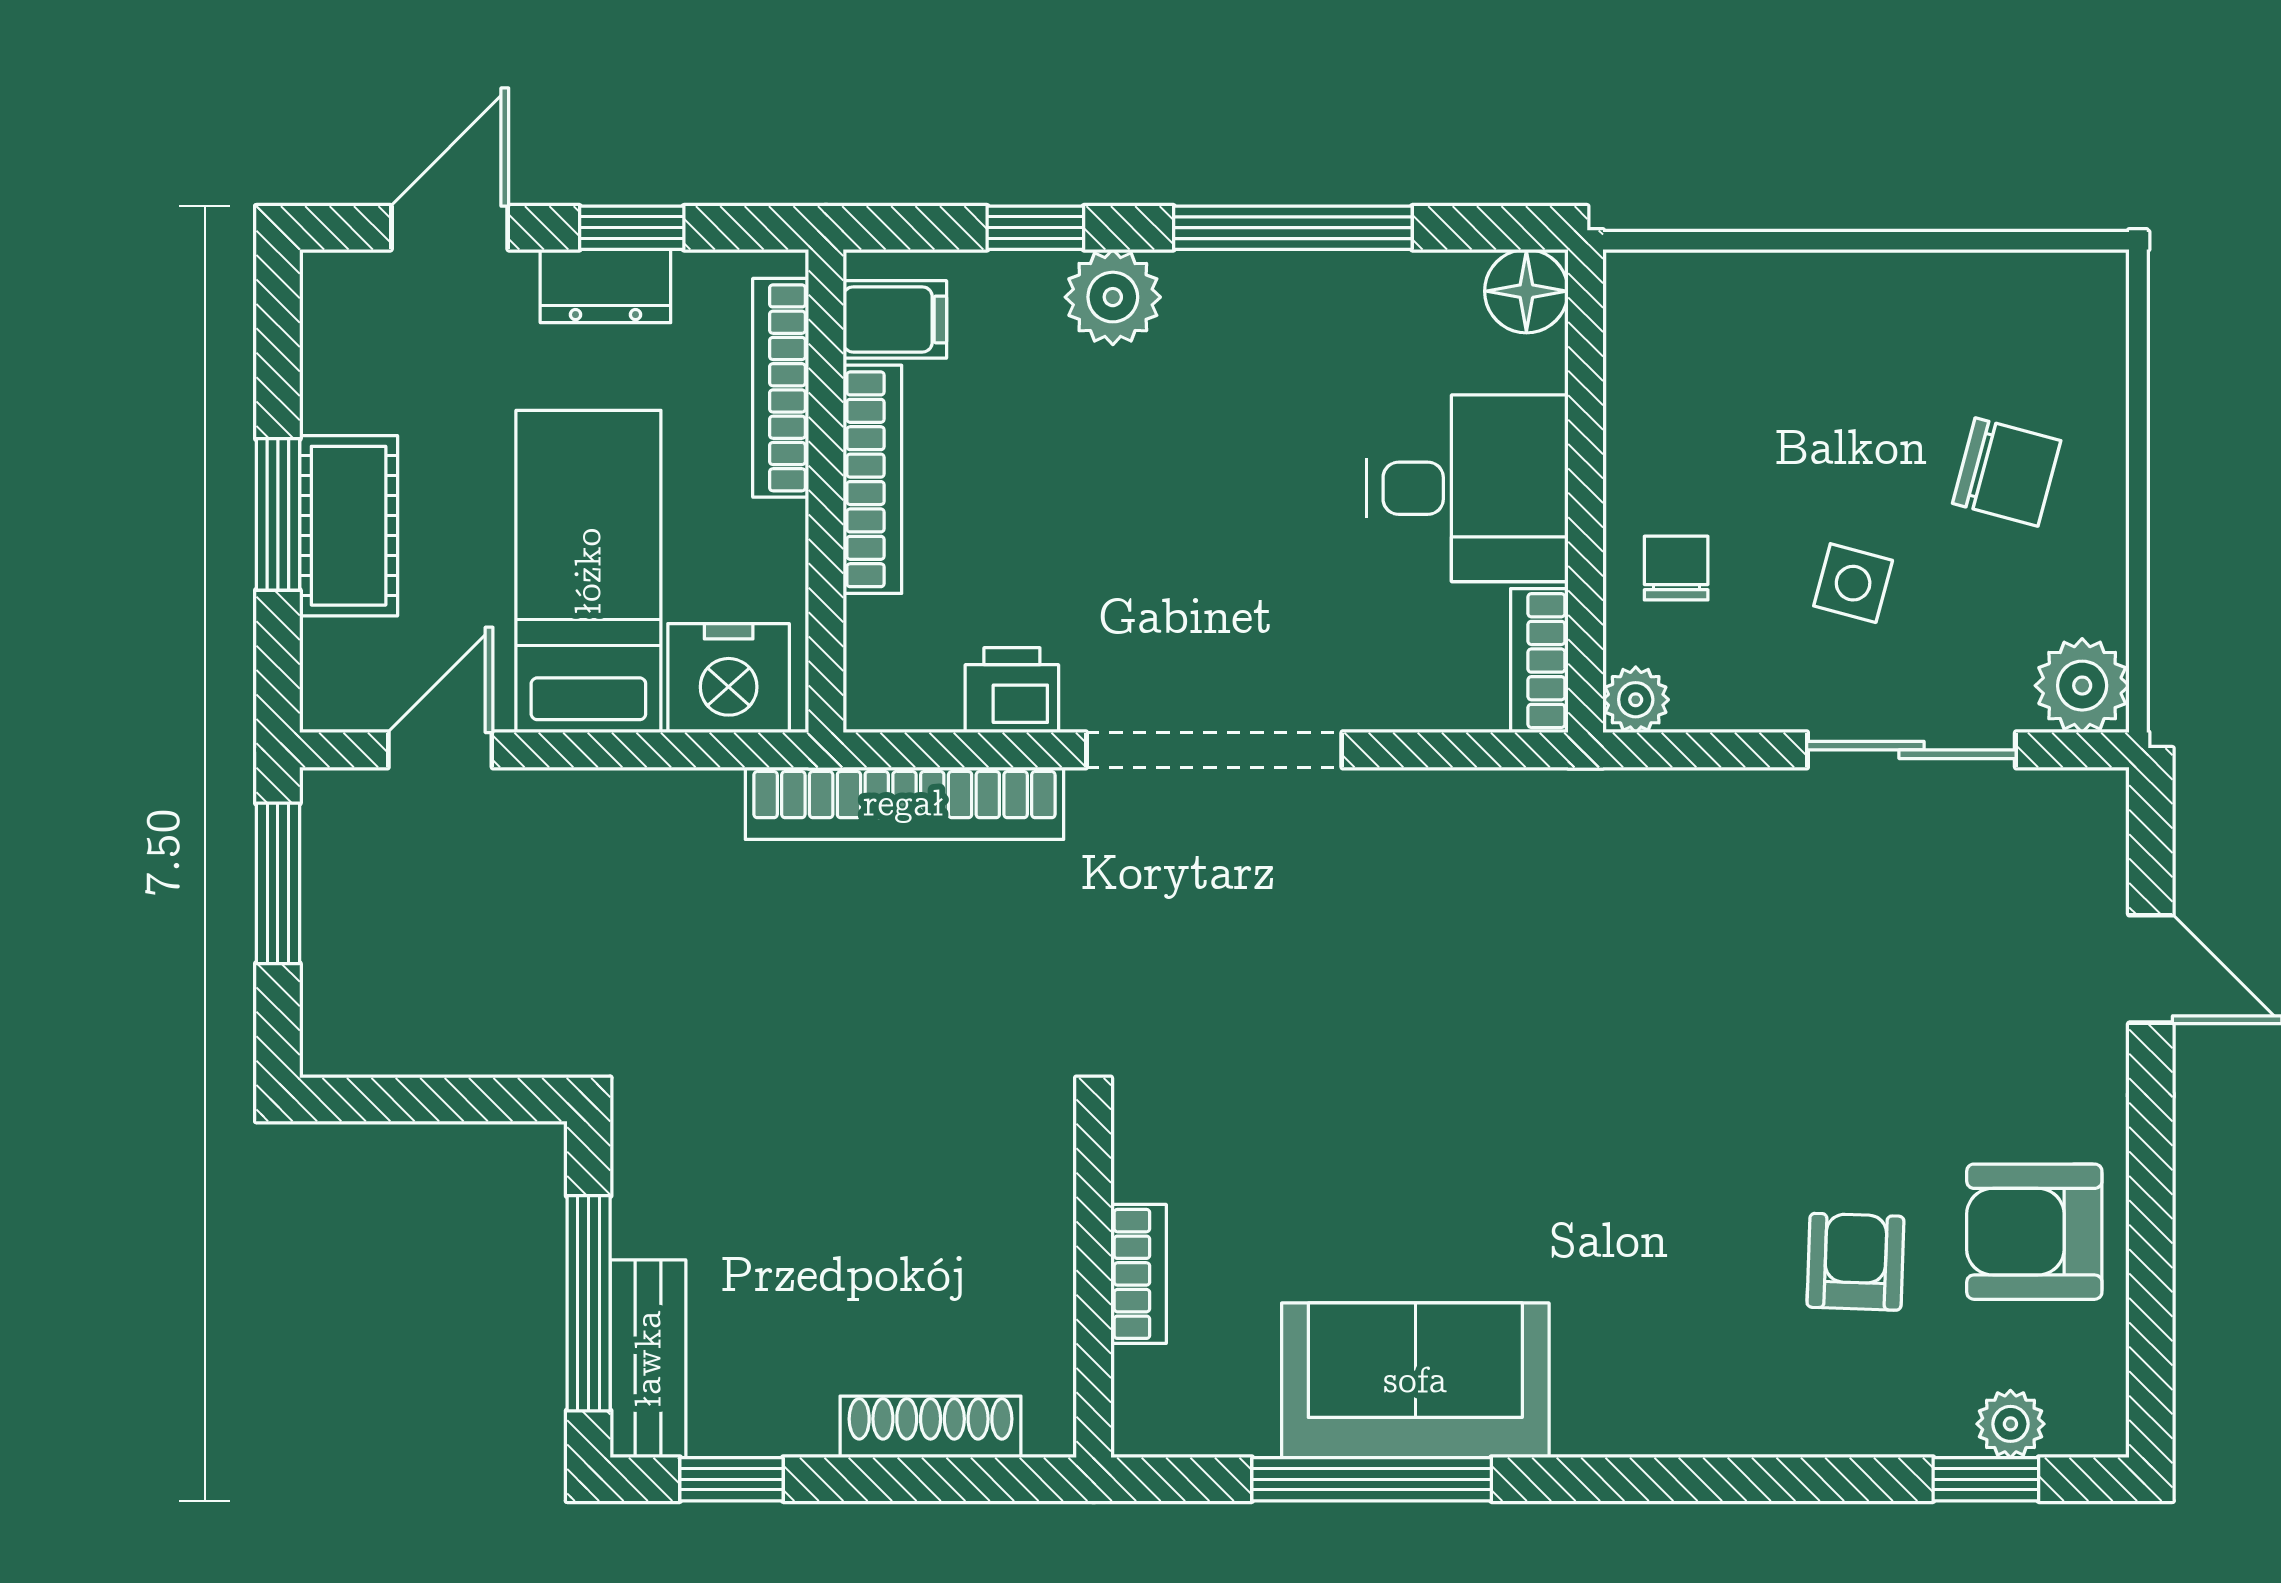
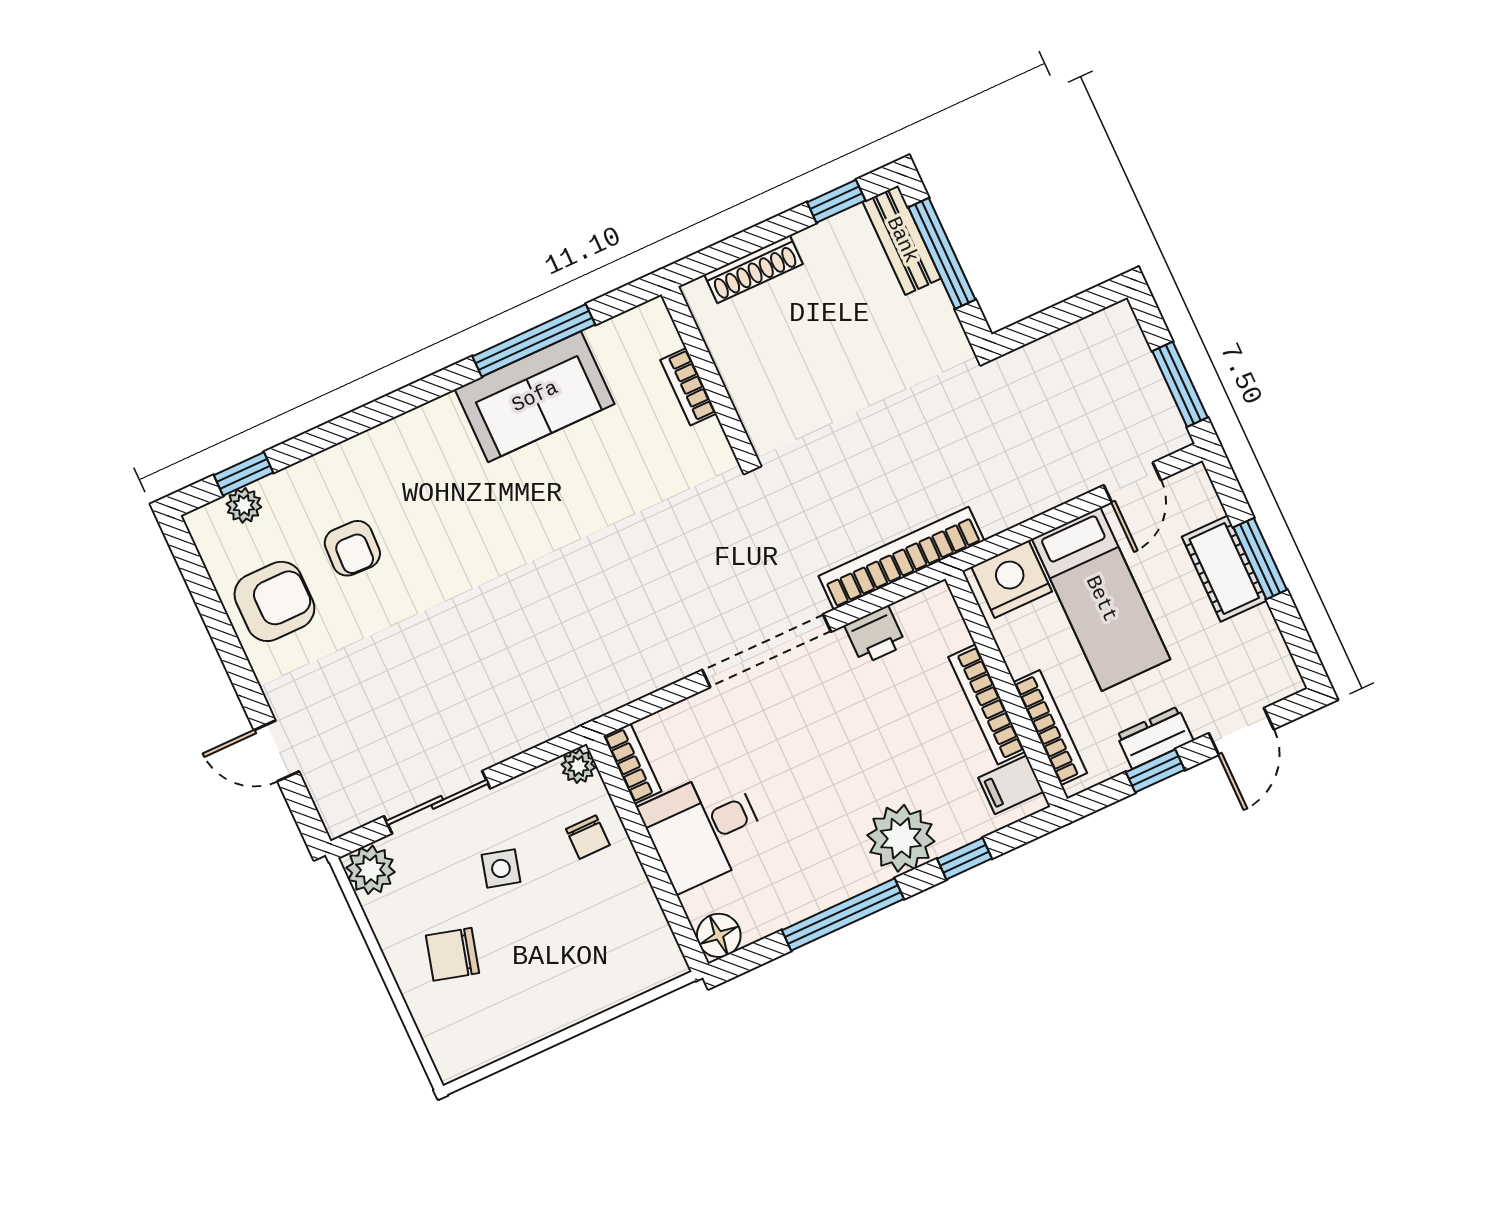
plant: (1113, 297) -> (901, 838), width x1.36, depth x1.36

